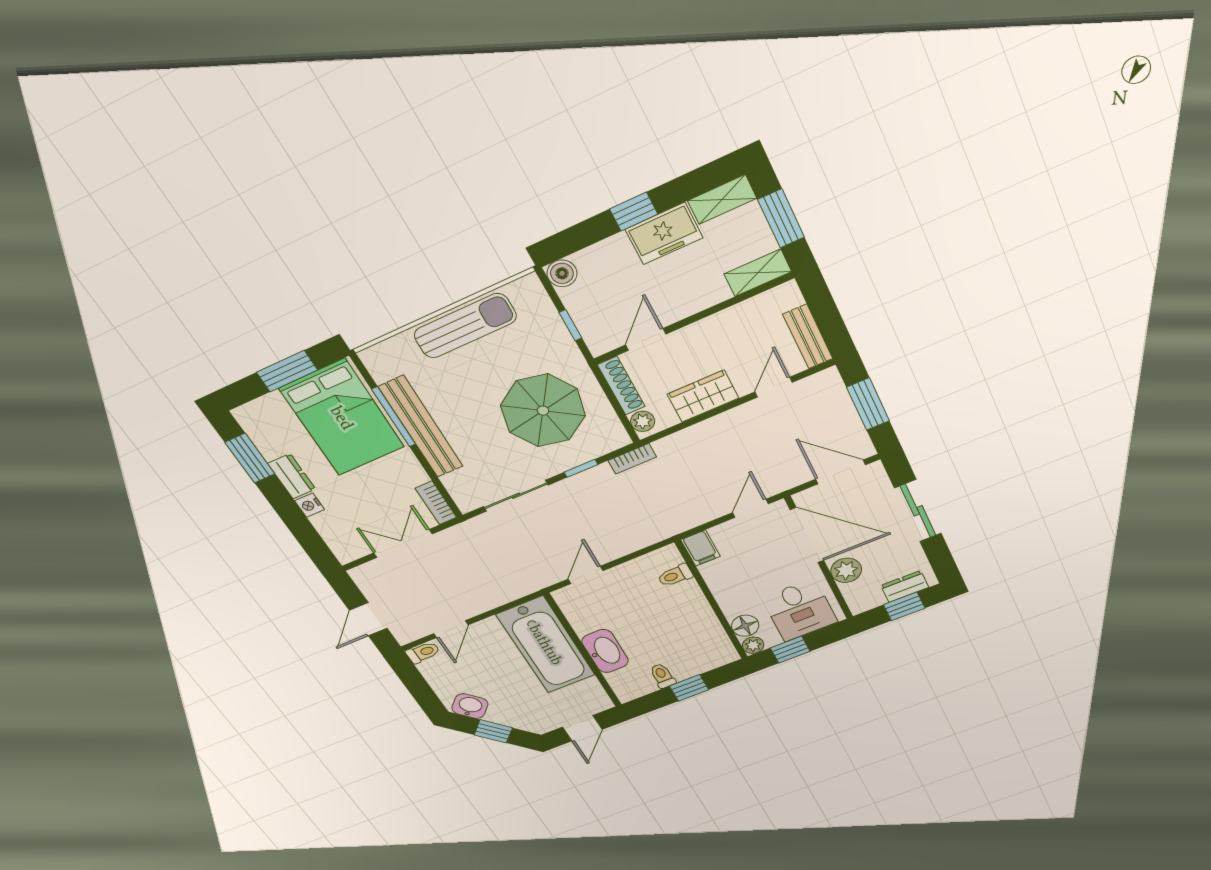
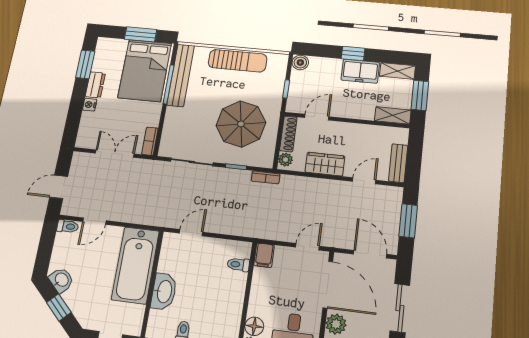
bench: (421, 427) -> (181, 75), moved

